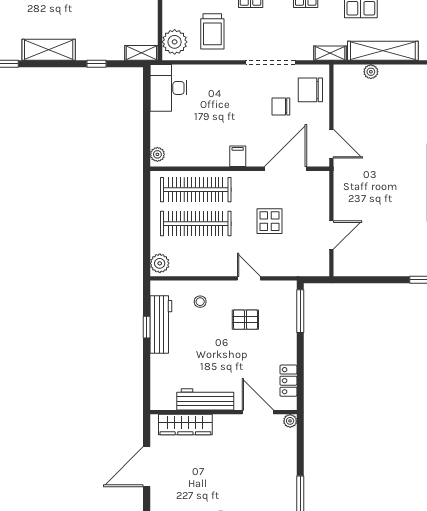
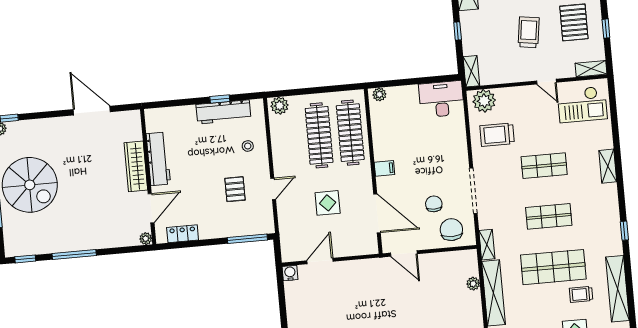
door: (331, 144) -> (404, 253), hinge flipped
door: (331, 235) -> (320, 261), swing flipped
water cooler: (341, 268) -> (290, 273), added
wardrobe: (185, 424) -> (136, 166), moved

